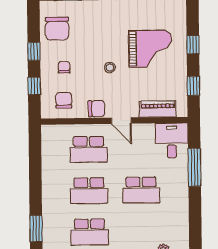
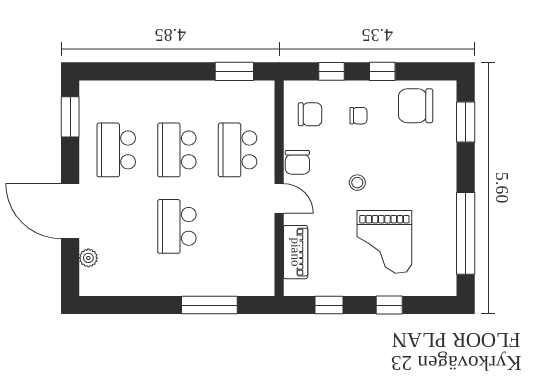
door: (121, 121) -> (279, 198), swing flipped
desk: (172, 141) -> (249, 272), removed
window: (36, 229) -> (234, 71), moved

